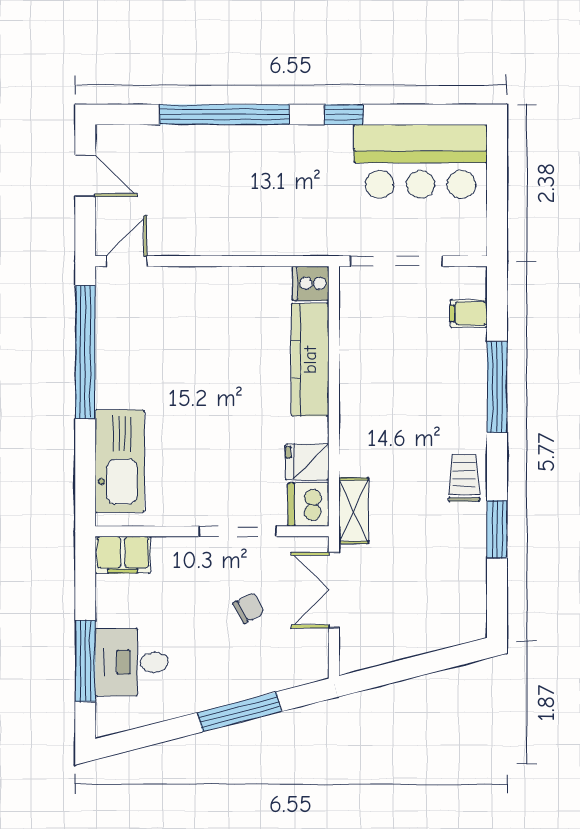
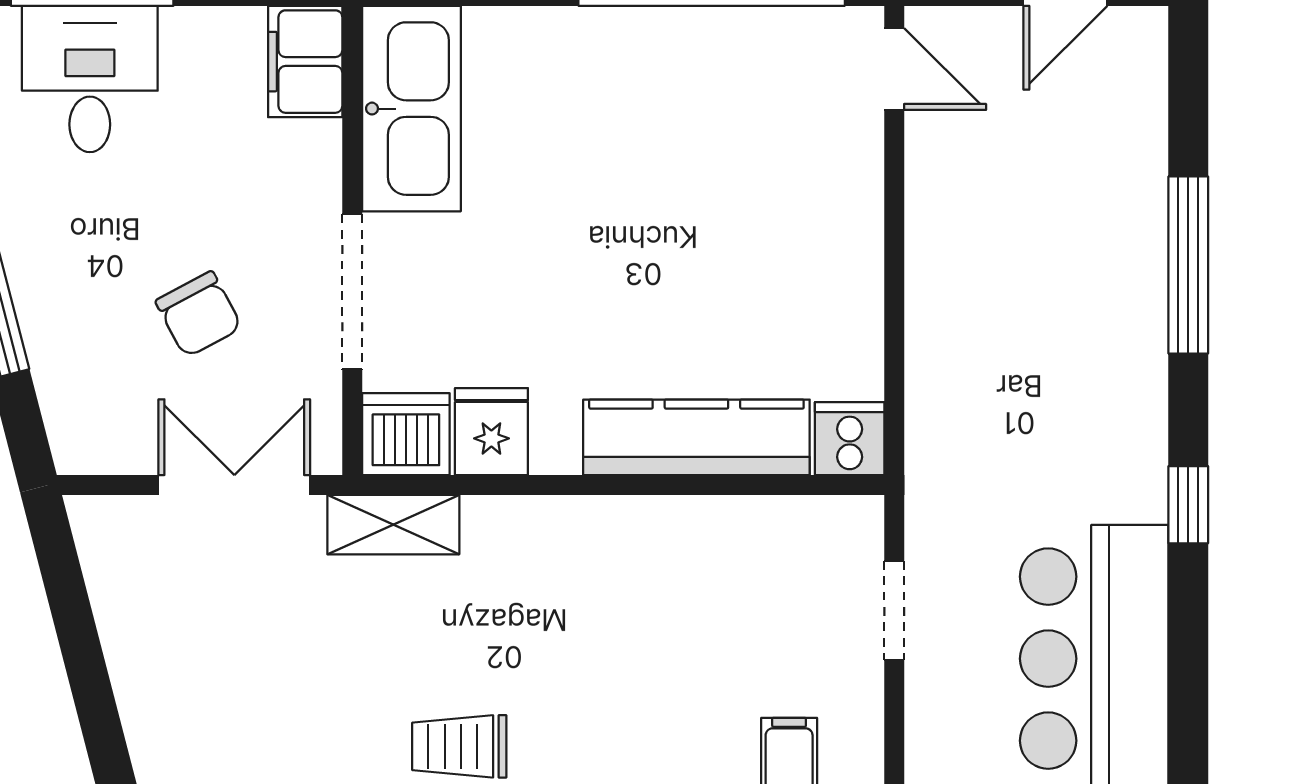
window: (224, 114) -> (1188, 265), width x0.68
doorway: (396, 261) -> (894, 610), width x0.53
kitchen sink: (120, 461) -> (411, 109), moved, turned -90
trolley: (464, 478) -> (459, 746), turned 180
chair: (249, 608) -> (199, 314), width x1.37, depth x1.37

